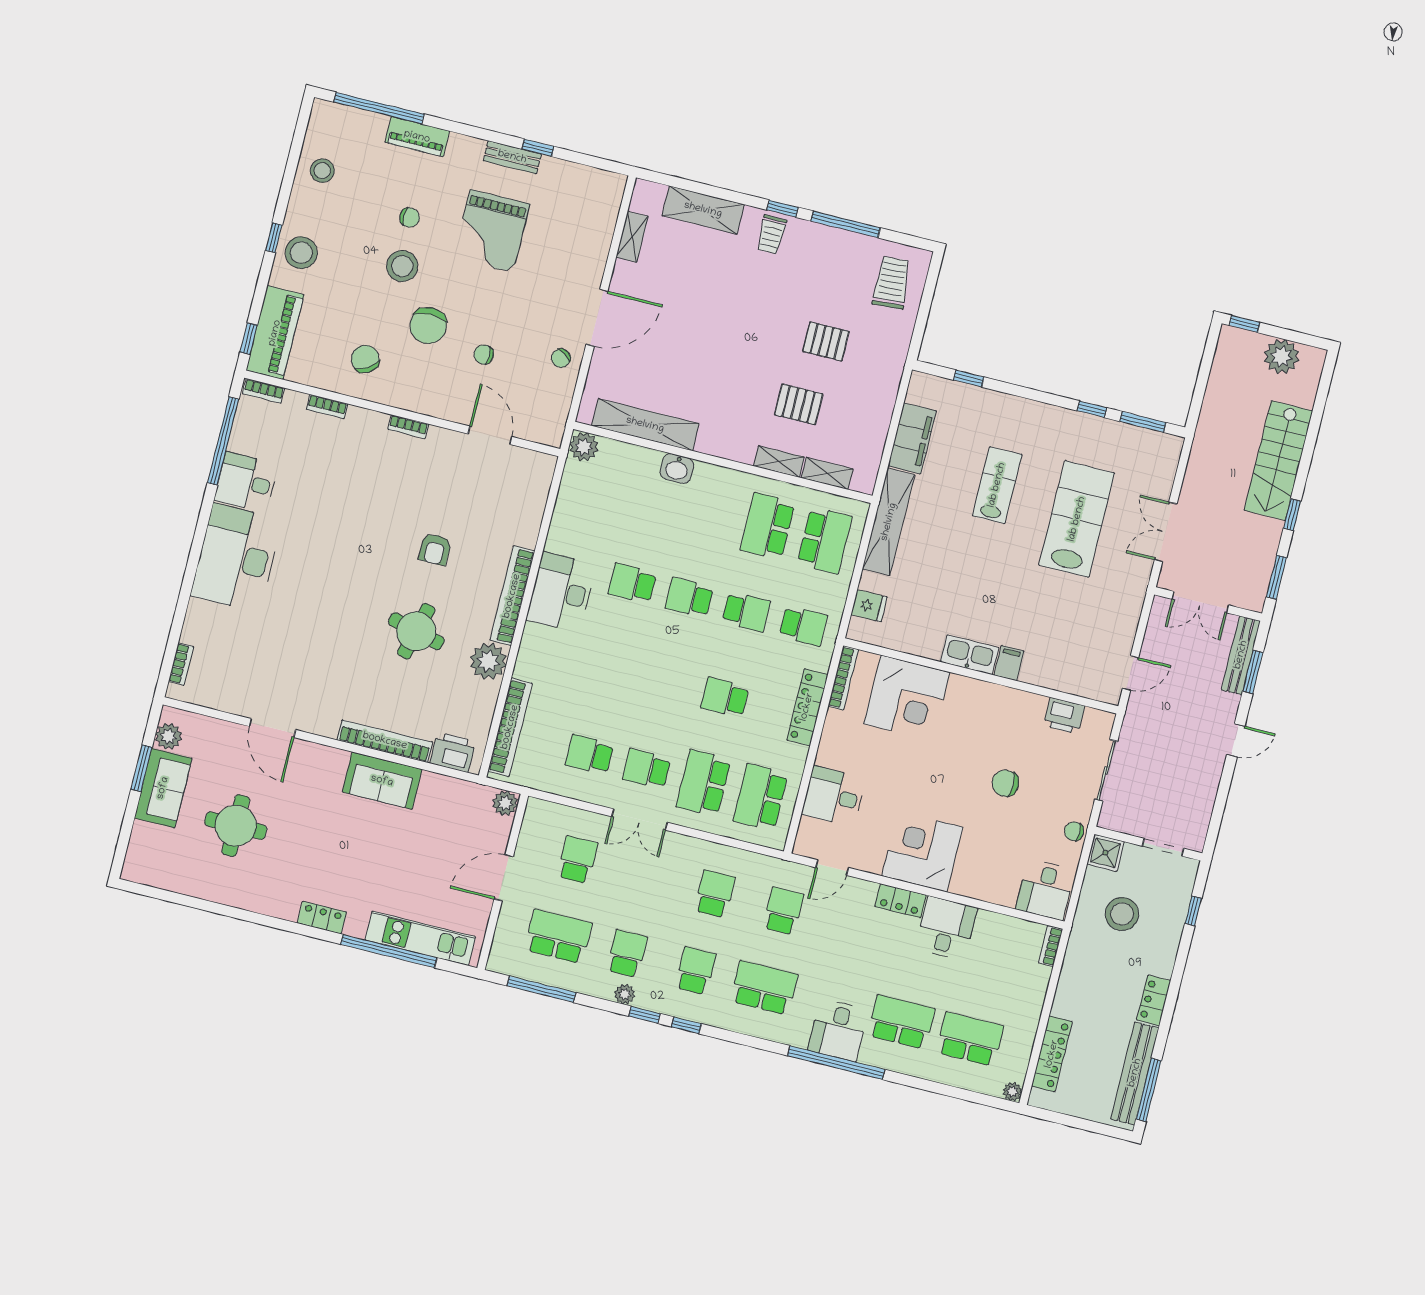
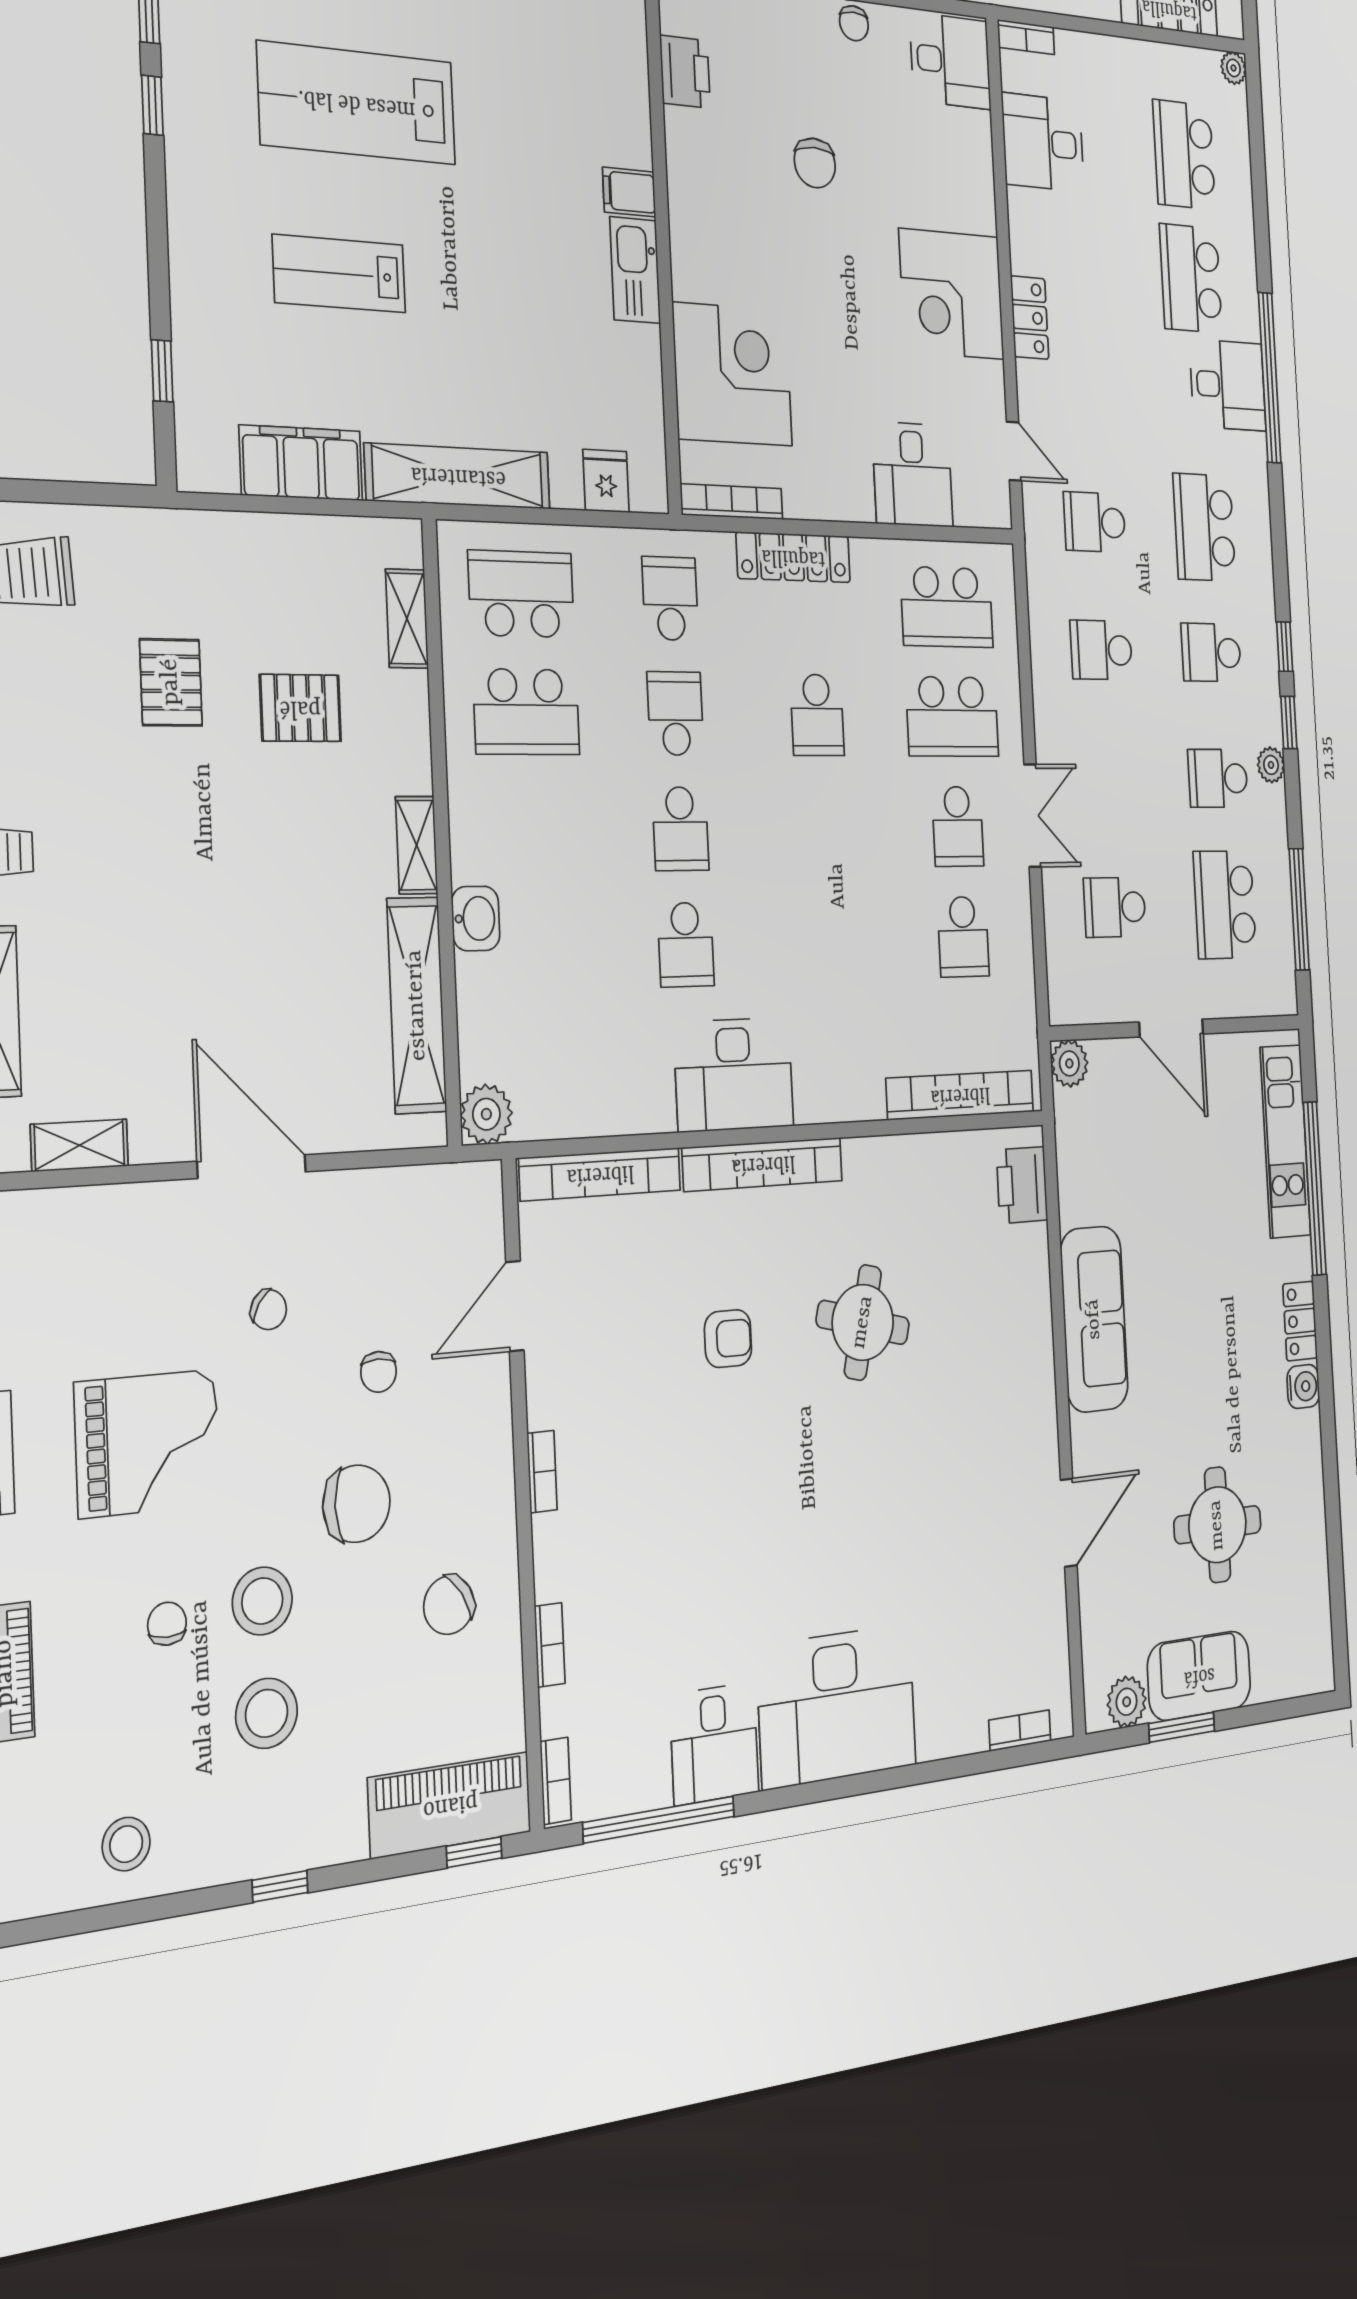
stool: (301, 253) -> (267, 1713), moved
chair: (561, 358) -> (269, 1310), moved
pallet: (799, 404) -> (300, 708), turned 90
shelving: (779, 462) -> (417, 845), moved
plant: (488, 661) -> (874, 1172), removed
bookcase: (385, 741) -> (600, 1174), moved, turned -90
sofa: (382, 781) -> (1094, 1319), width x1.36
water cooler: (287, 908) -> (1303, 1386), added
desk: (946, 928) -> (1043, 143), moved

